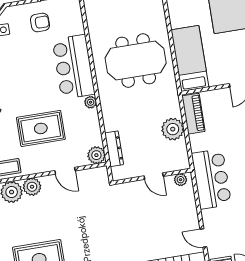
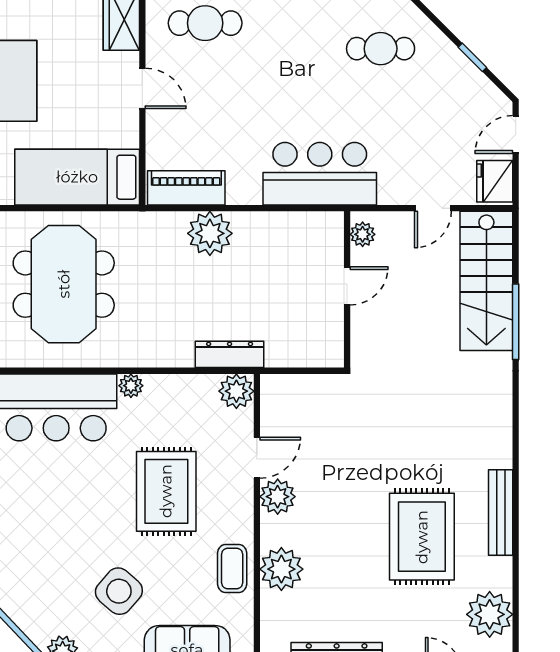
wall: (152, 176) -> (347, 289), moved
door: (154, 176) -> (347, 286), moved
plant: (181, 180) -> (363, 234), moved
plant: (32, 187) -> (278, 497), moved

